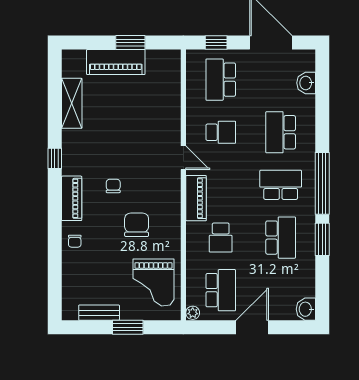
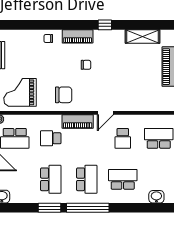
chair: (137, 225) -> (64, 95), moved
school desk: (281, 238) -> (51, 179), turned -90

